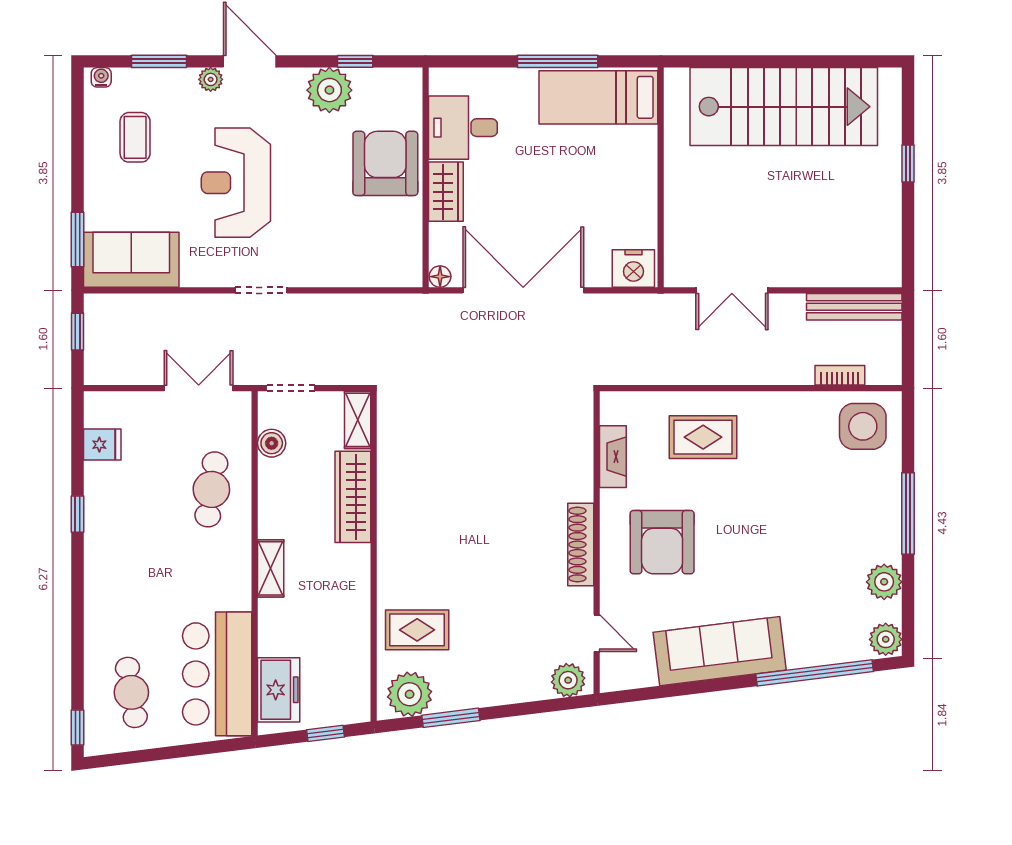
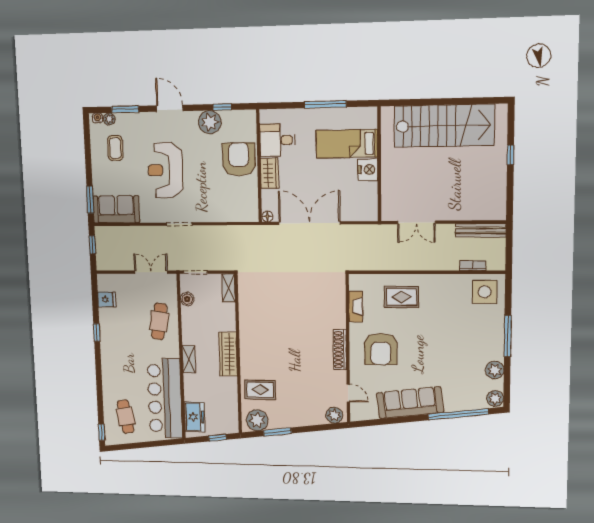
plant: (211, 79) -> (109, 119), moved
bed: (598, 97) -> (347, 144), moved
nightstand: (633, 268) -> (368, 170), moved, turned -90
wardrobe: (353, 497) -> (228, 354), moved
bar counter: (217, 674) -> (165, 398), width x1.36

